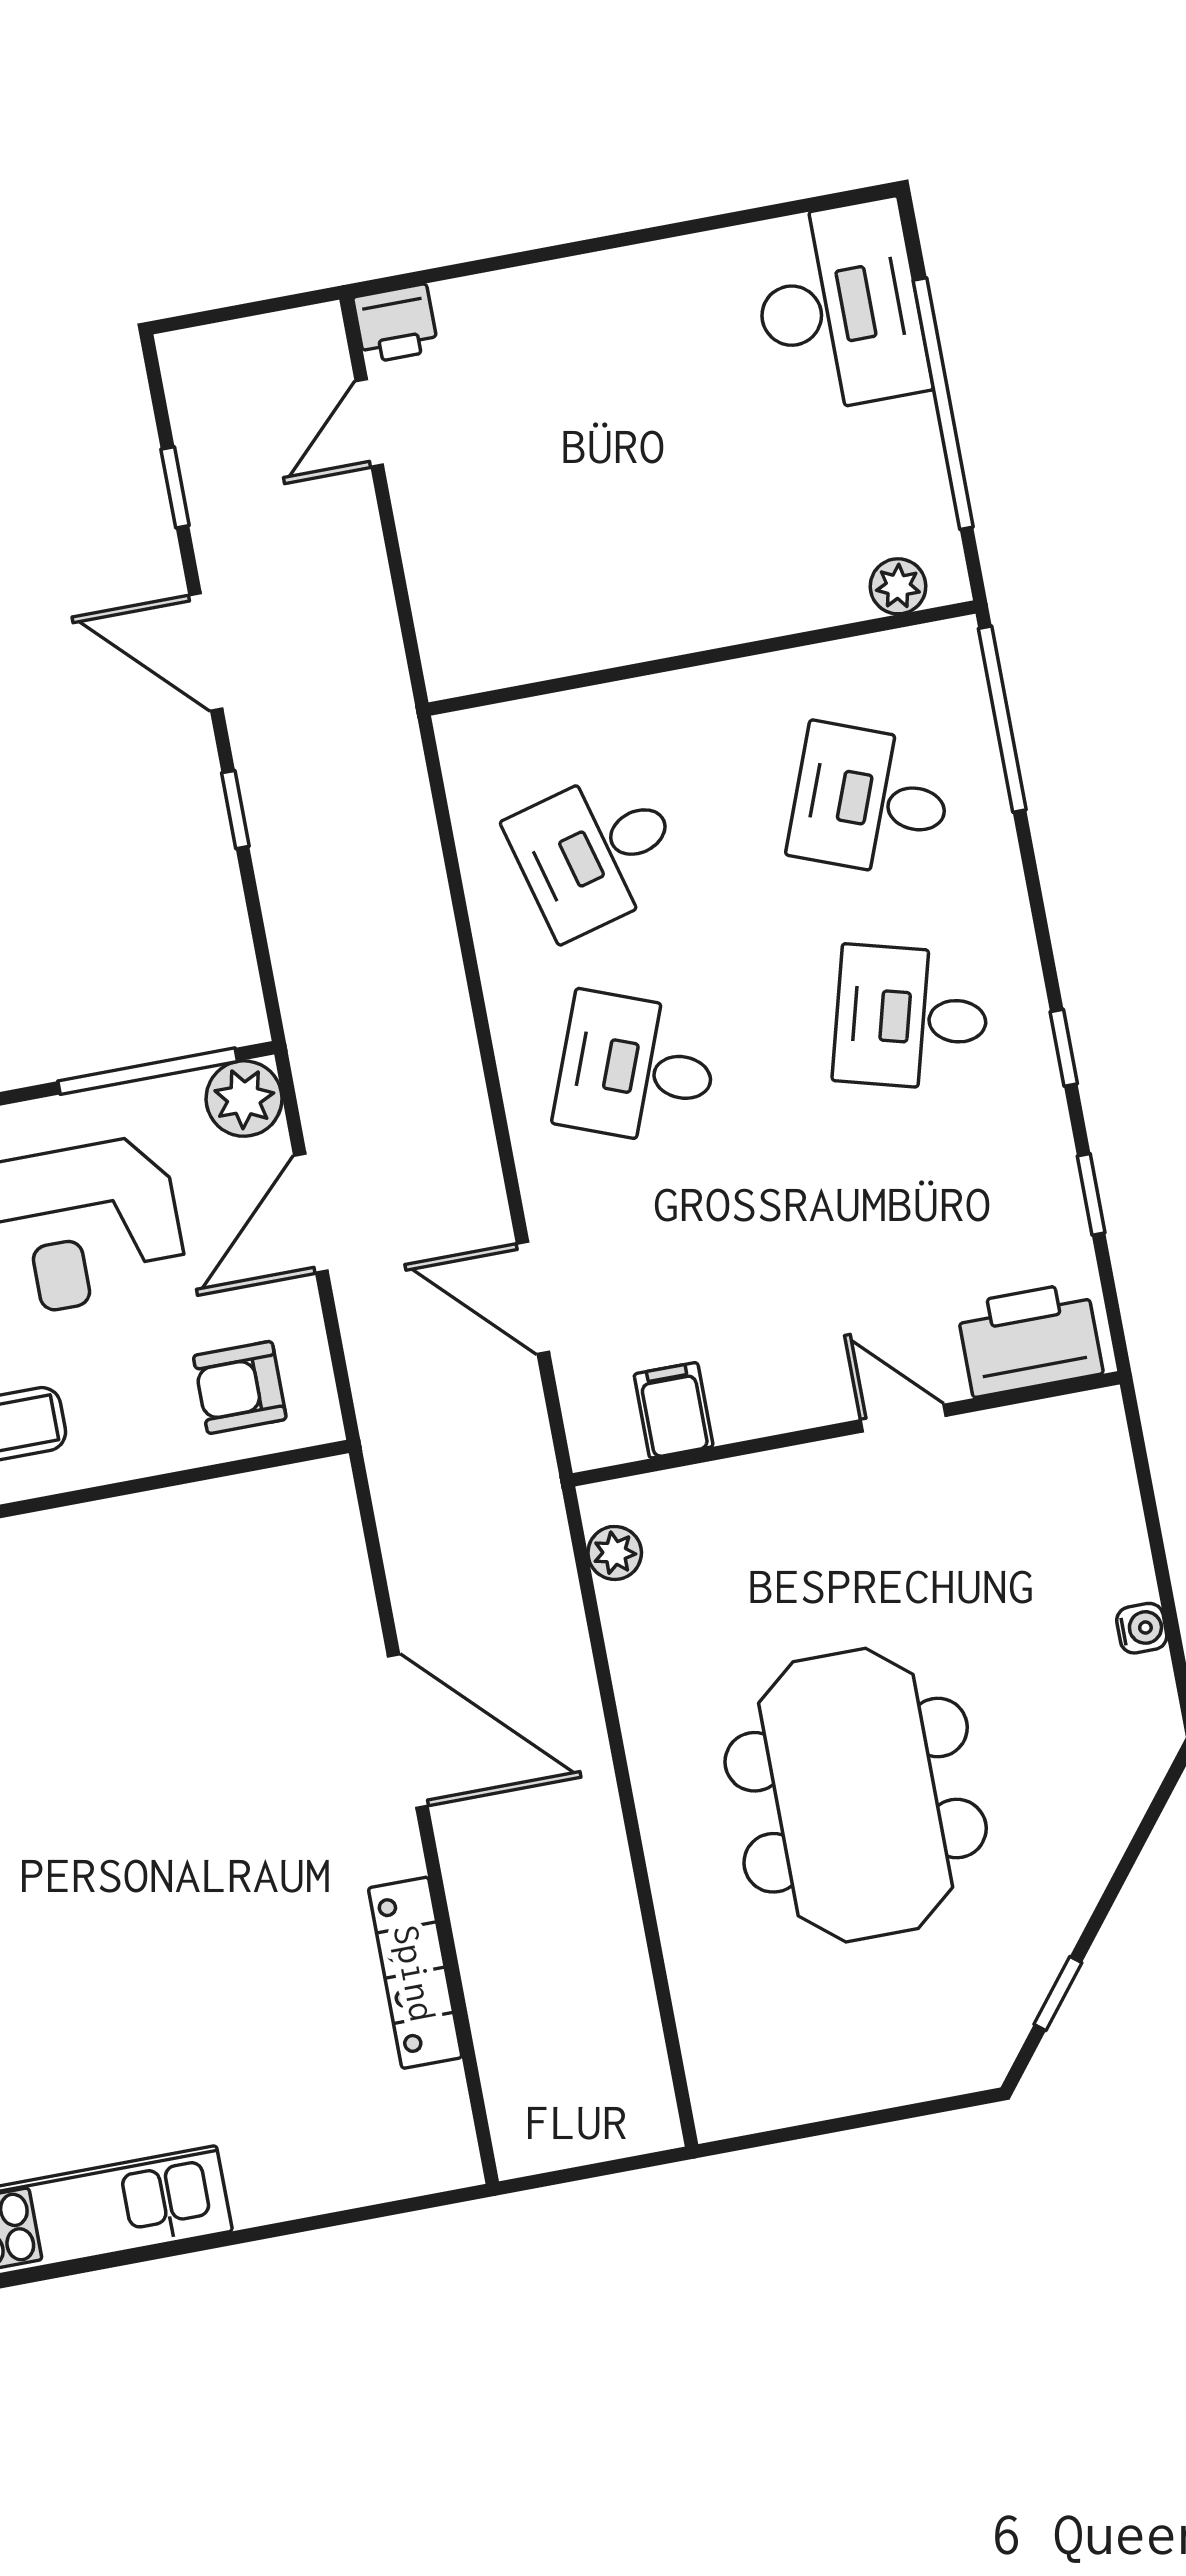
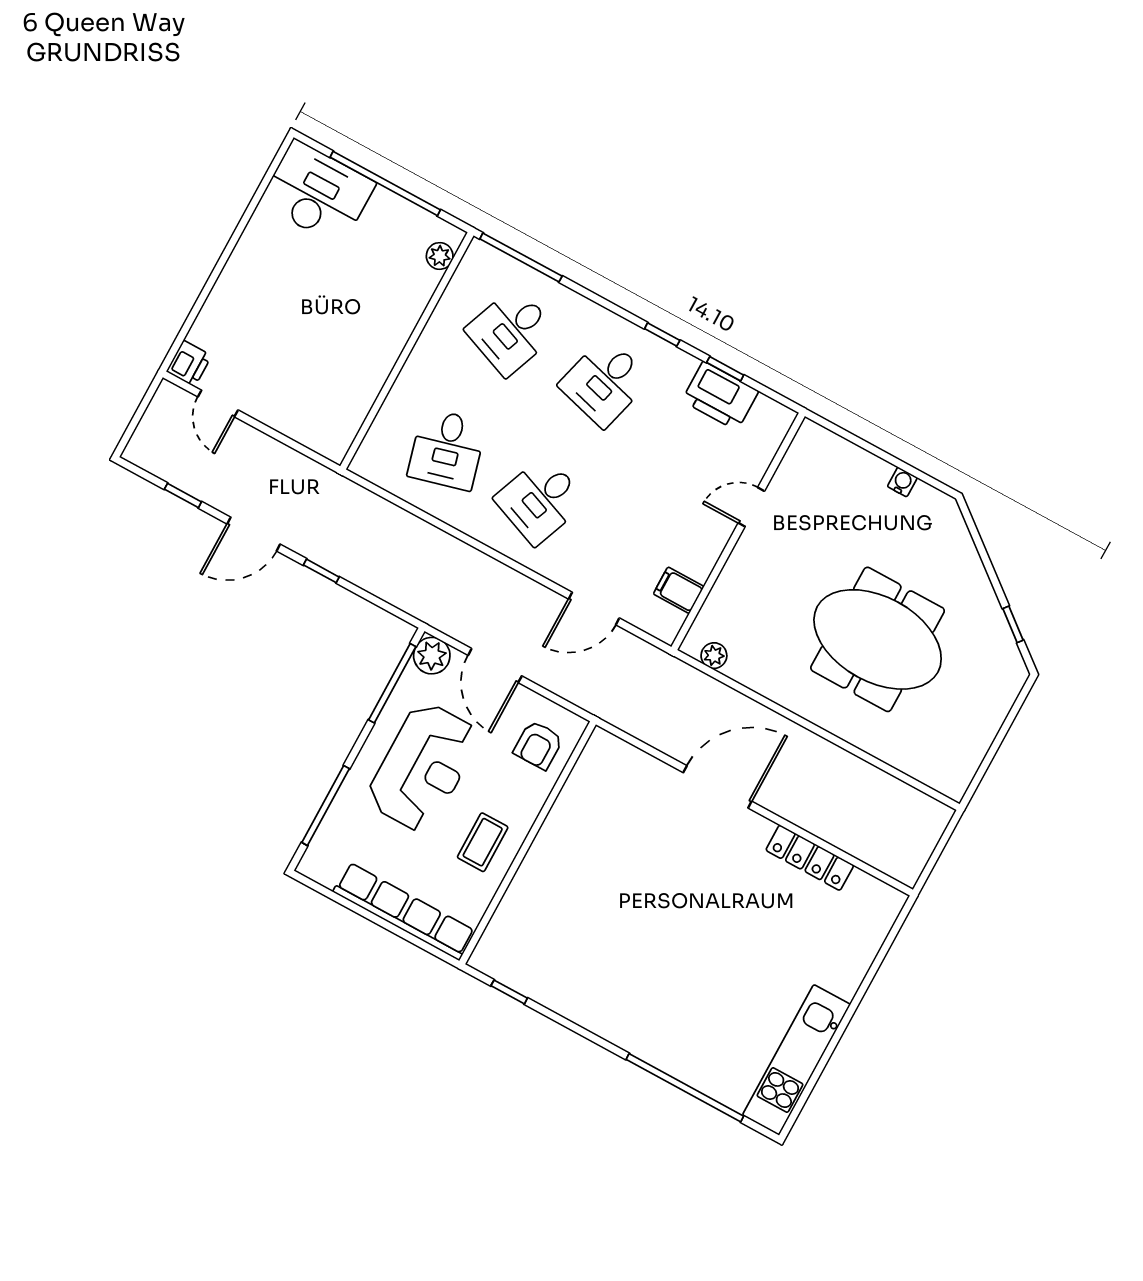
printer: (1030, 1339) -> (720, 396), moved, turned -90

